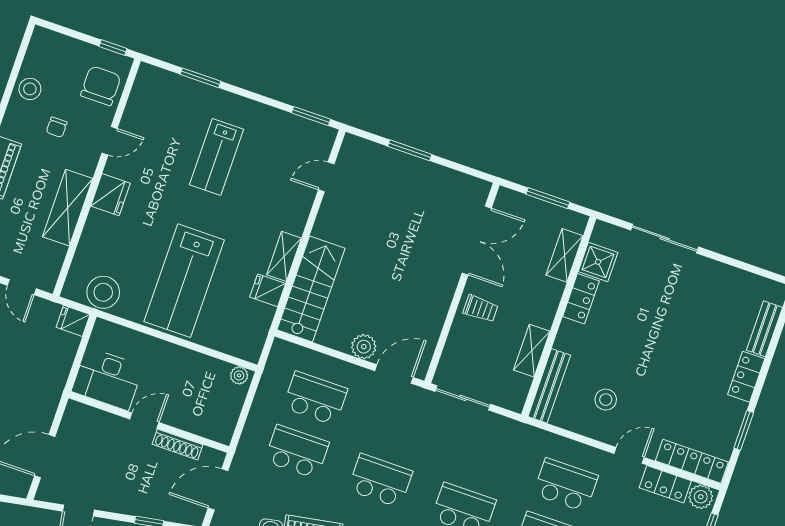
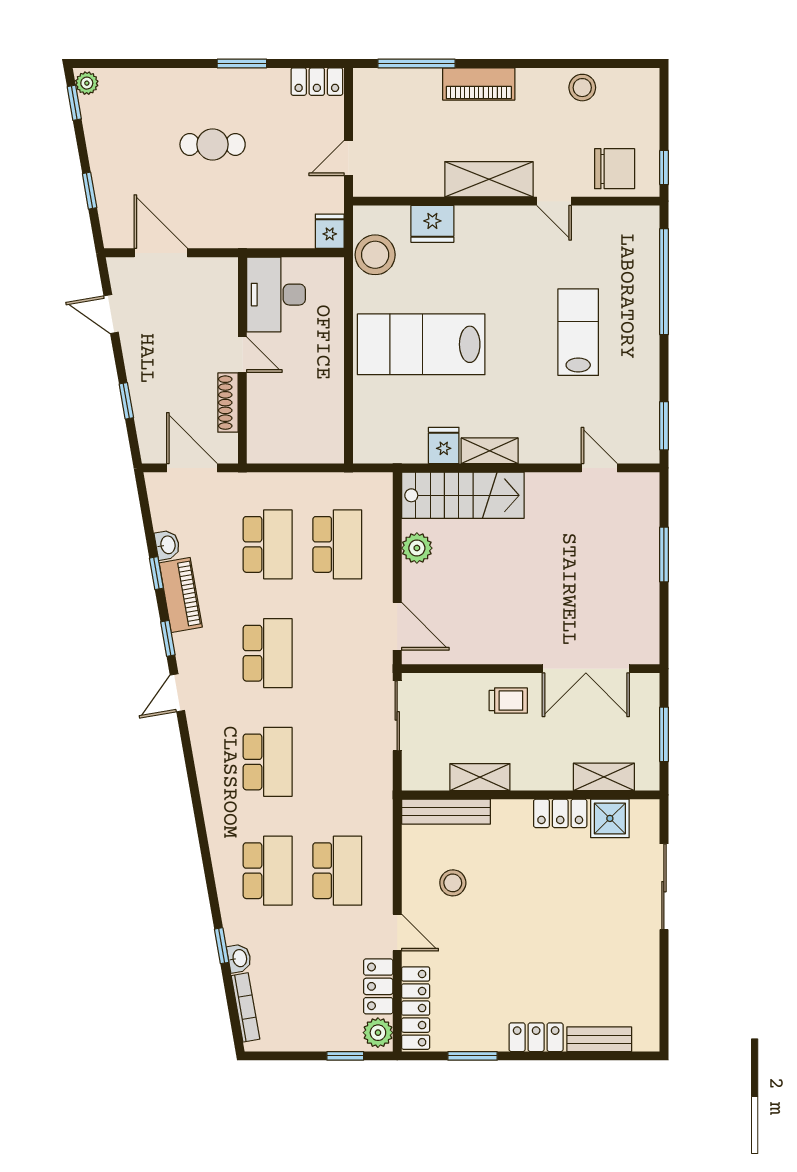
window: (201, 78) -> (664, 282), width x2.11
chair: (57, 127) -> (548, 134), removed
lab bench: (216, 157) -> (578, 332), turned 90
fridge: (110, 195) -> (432, 224), moved
shelving: (68, 208) -> (489, 179), moved
trolley: (481, 309) -> (508, 701), turned -90
plant: (364, 347) -> (417, 548), moved
plant: (239, 375) -> (333, 446), removed

